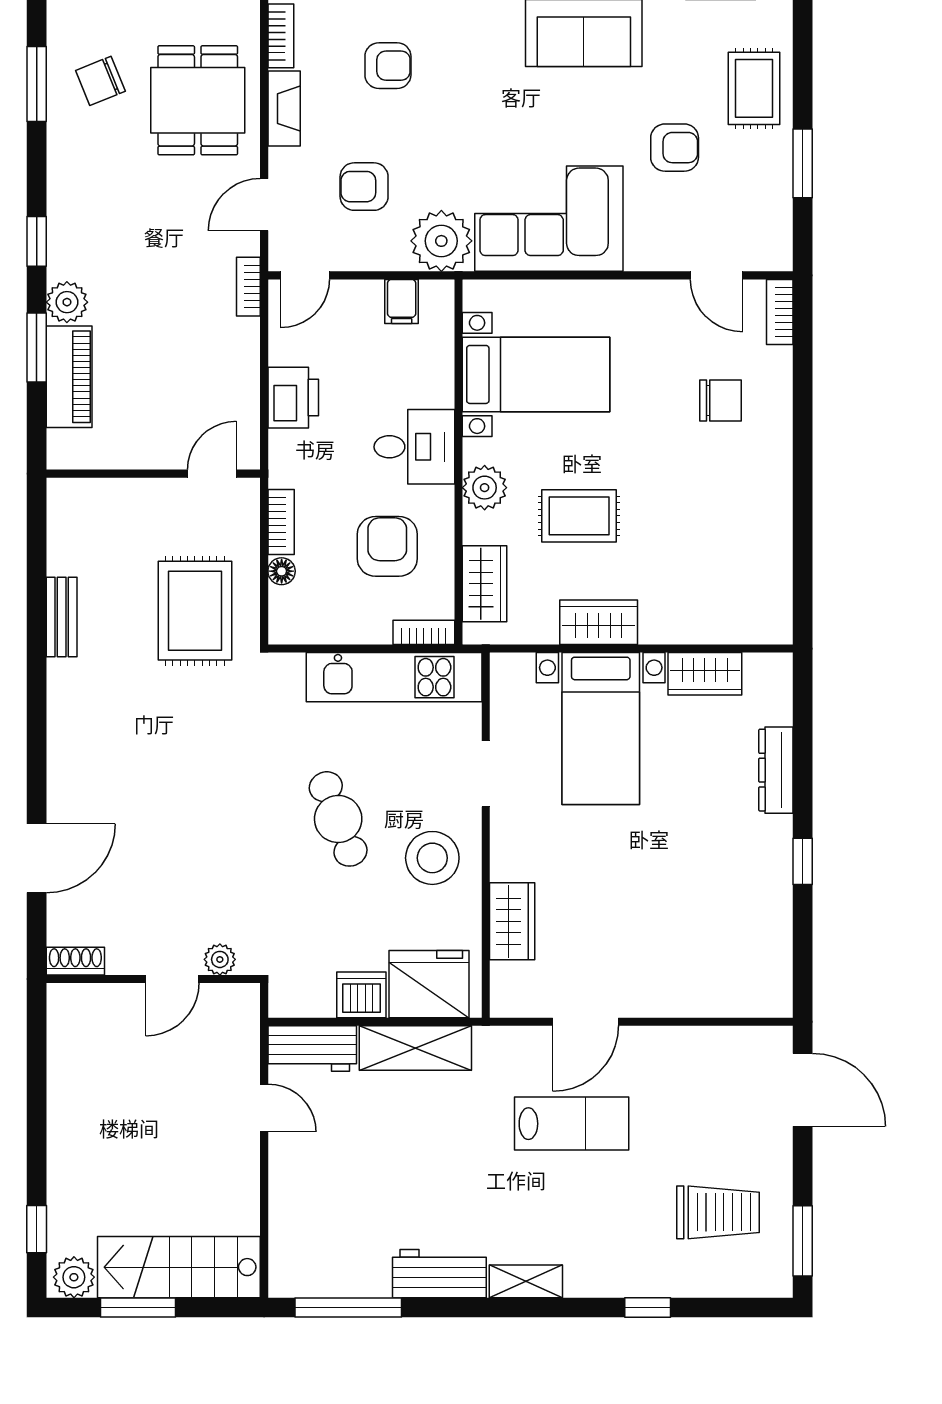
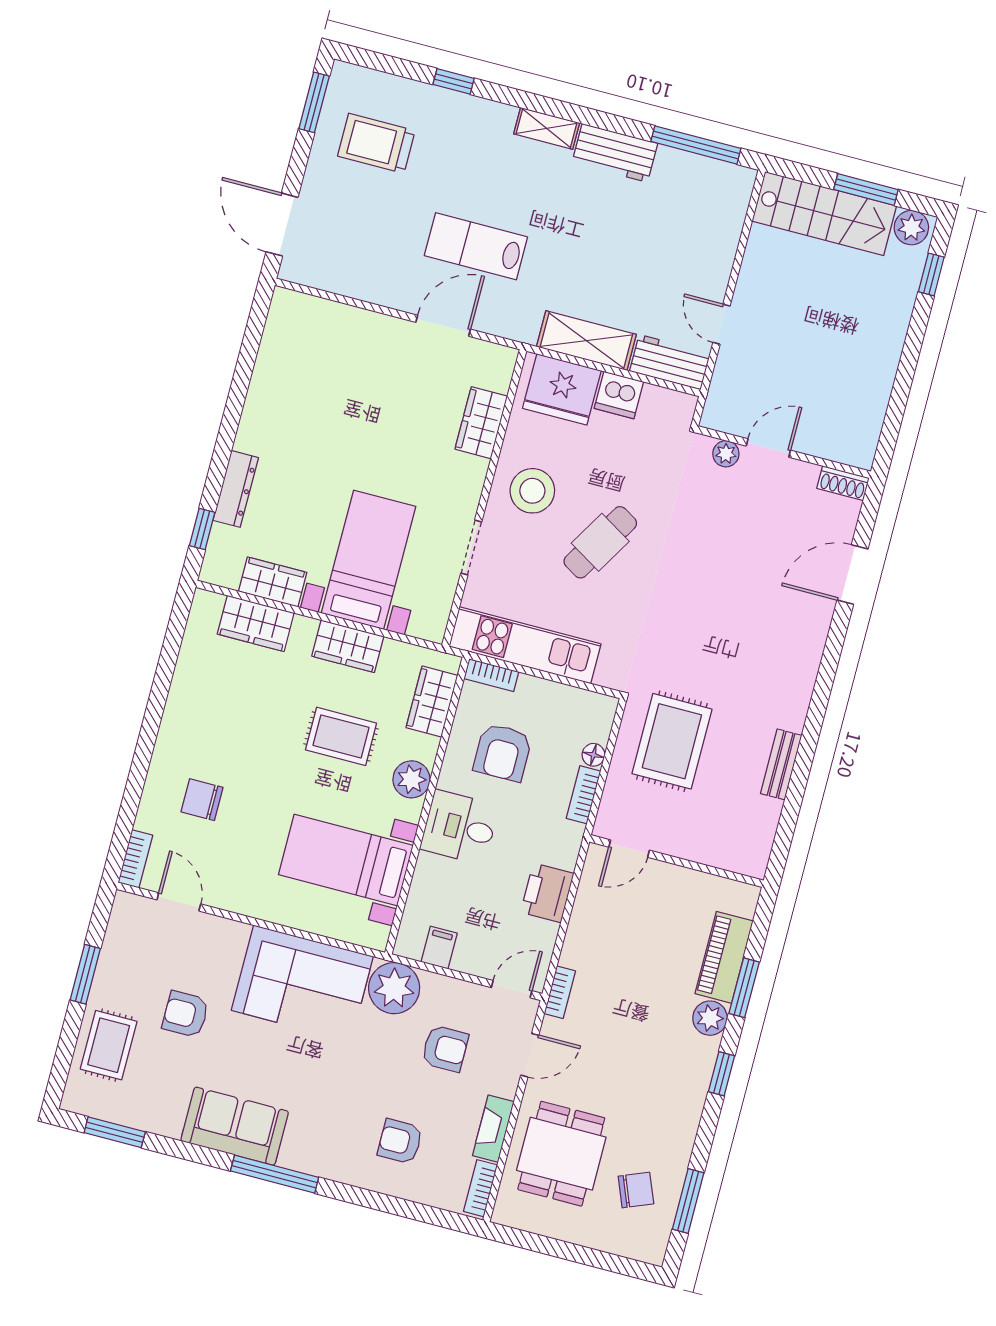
wardrobe: (712, 621) -> (256, 623), added
cafe table: (338, 819) -> (600, 542), turned 52
window: (803, 861) -> (202, 529), moved

